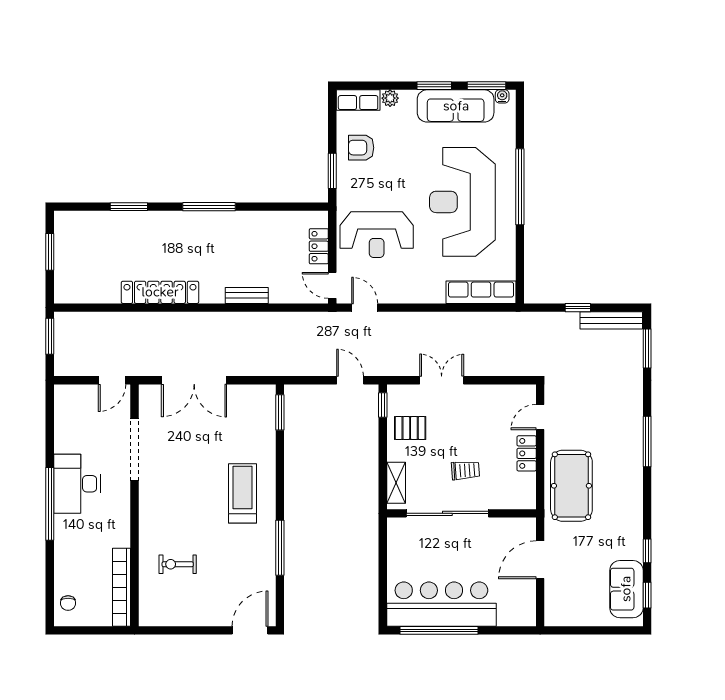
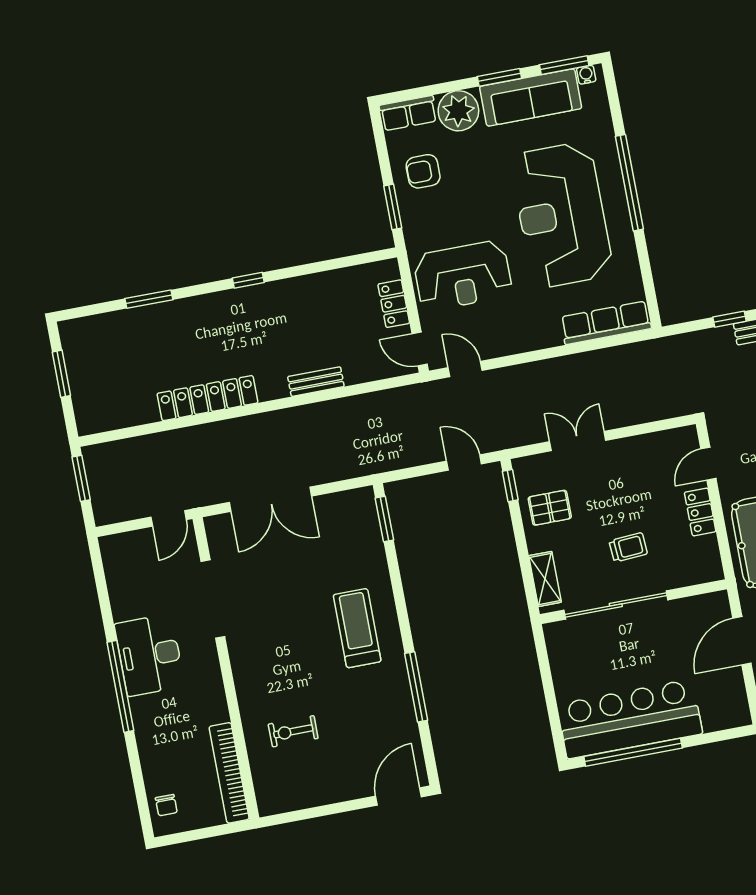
plant: (390, 98) -> (458, 111), width x1.88, depth x1.88
window: (209, 207) -> (248, 280), width x0.46

